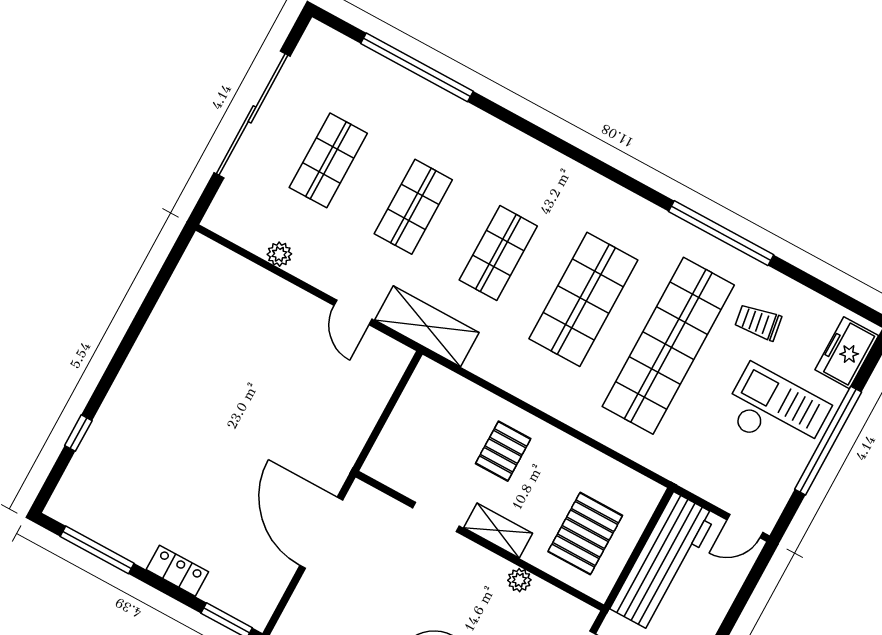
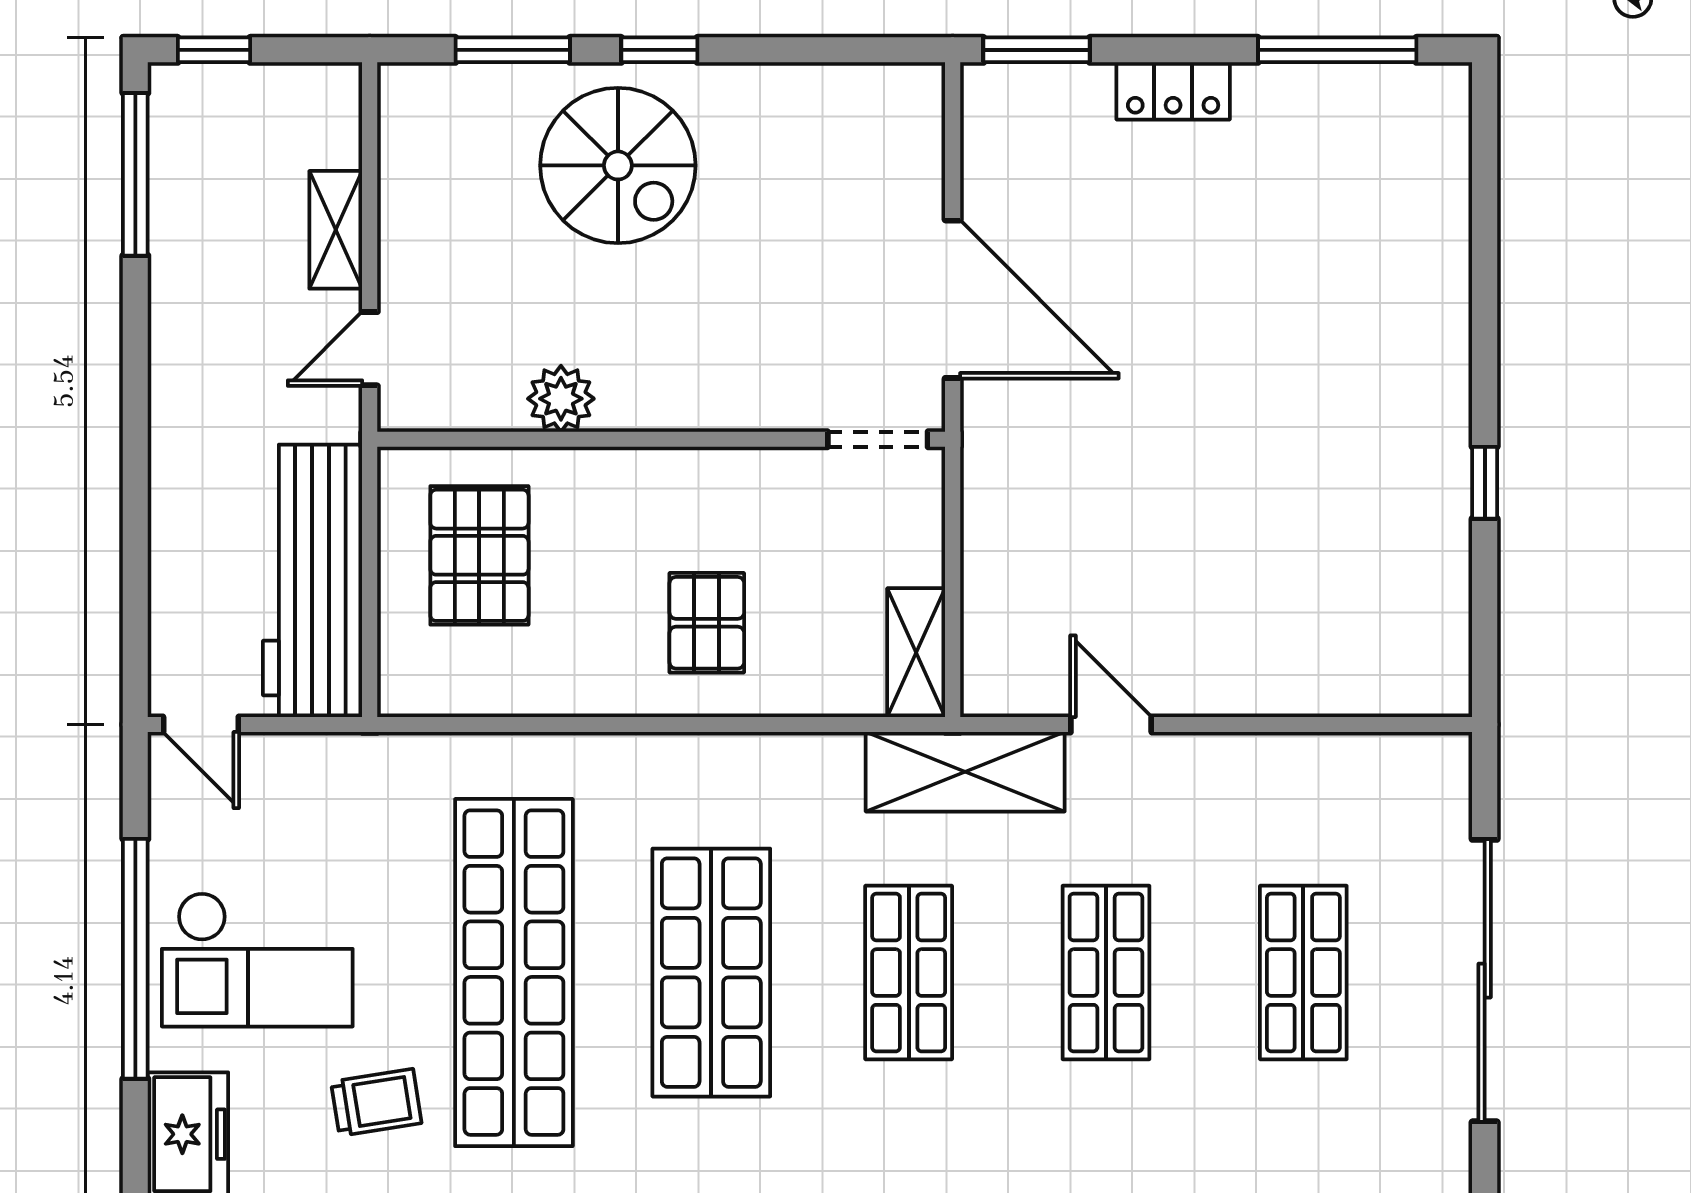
plant: (279, 254) -> (1299, 757), removed
window: (78, 433) -> (1485, 483), moved
doorway: (436, 517) -> (878, 439), moved
door: (745, 526) -> (201, 725), swing flipped
shelving: (498, 531) -> (916, 653), moved, turned 90
plant: (519, 580) -> (561, 399), width x1.38, depth x1.38

